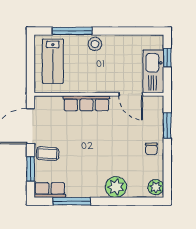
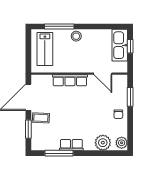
kitchen sink: (153, 71) -> (120, 45), moved
plant: (116, 187) -> (103, 143), moved
row of seats: (50, 190) -> (71, 145), moved

